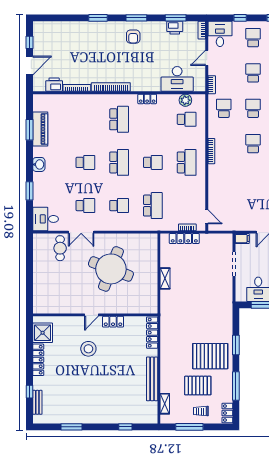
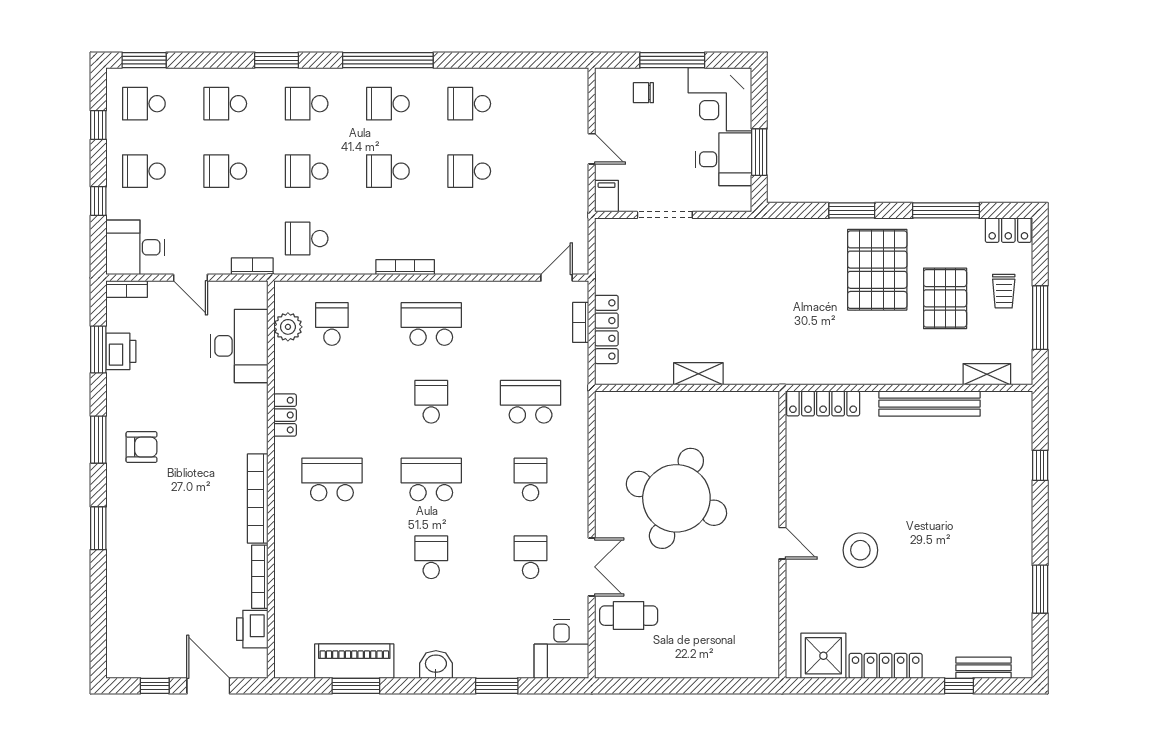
school desk: (253, 179) -> (469, 171), added
locker: (113, 322) -> (798, 494), removed

